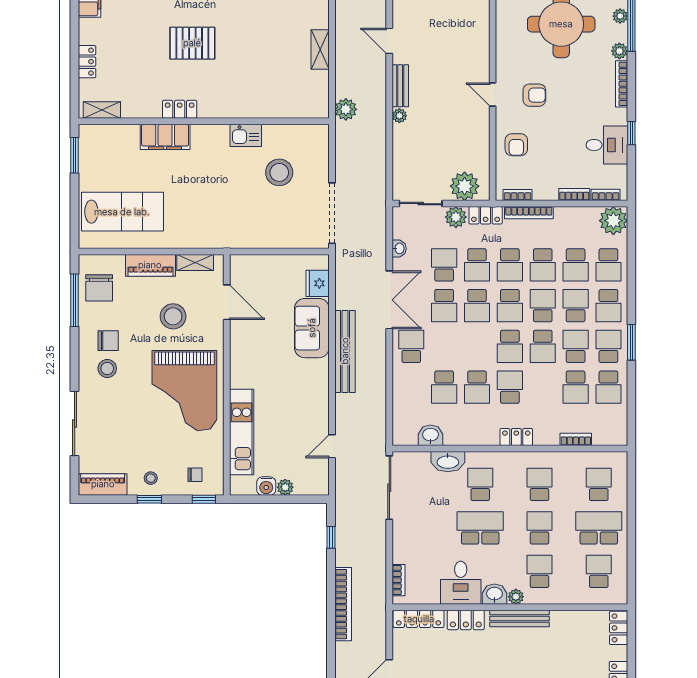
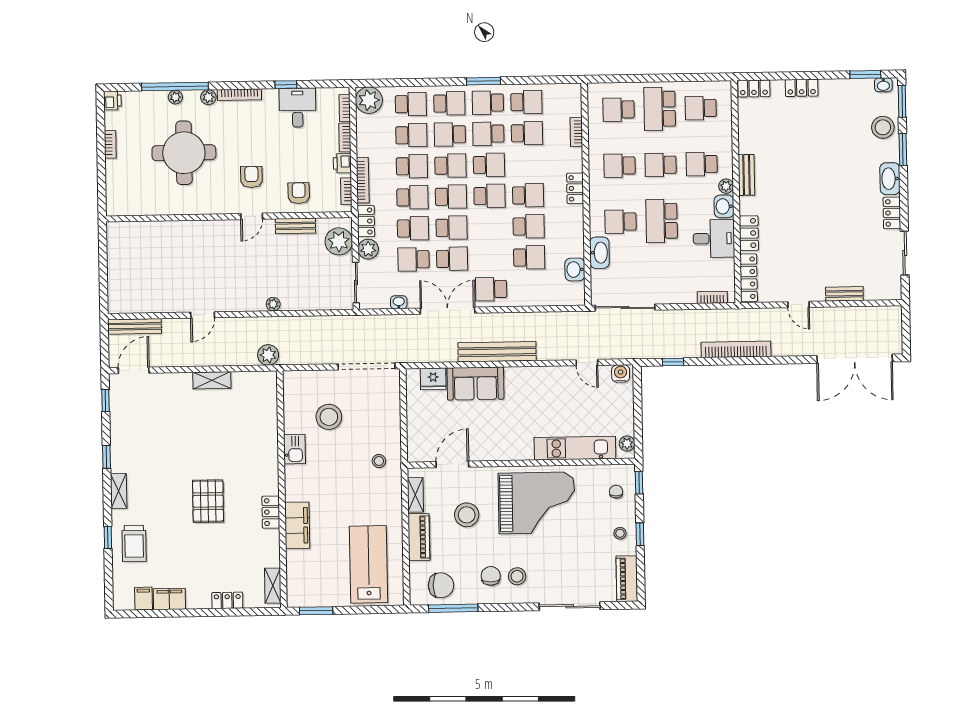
bench: (400, 86) -> (295, 226), moved
armchair: (516, 145) -> (299, 193), turned -90
printer: (547, 191) -> (342, 163), added
stool: (232, 225) -> (379, 461), added
school desk: (543, 306) -> (450, 166), turned 180
school desk: (510, 387) -> (528, 195), turned 180
water cooler: (266, 486) -> (621, 373), moved, turned -90
plant: (285, 487) -> (627, 443), moved
bench: (519, 618) -> (746, 175), width x0.73

